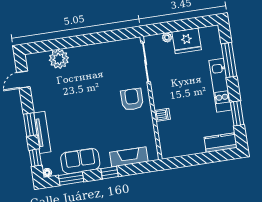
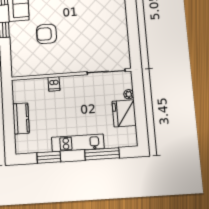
armchair: (132, 99) -> (46, 34), moved, turned 180
kitchen counter: (221, 143) -> (21, 118), moved
fireplace: (129, 157) -> (17, 49), removed

